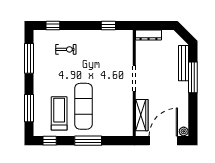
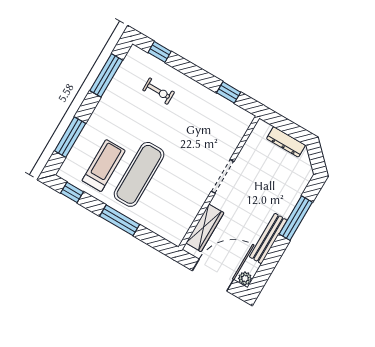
dresser: (149, 35) -> (286, 142), moved
bench: (184, 63) -> (268, 238), moved

